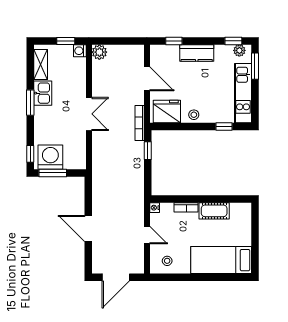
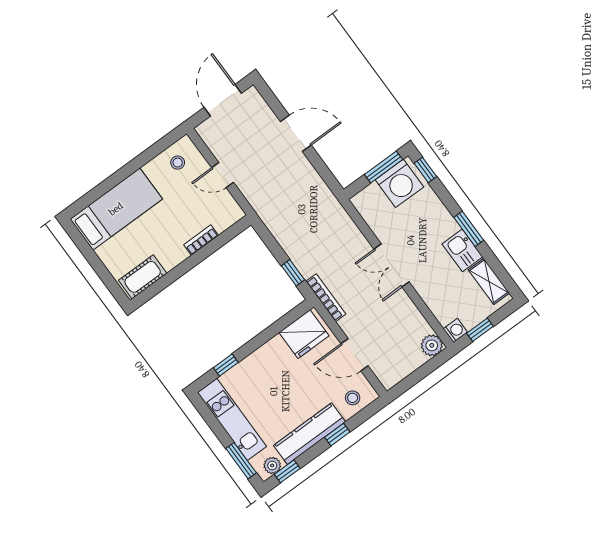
window: (174, 41) -> (337, 435), moved
kitchen counter: (197, 53) -> (310, 434), width x1.50
stool: (194, 115) -> (353, 398), moved
nightstand: (155, 208) -> (237, 213), removed
cot: (214, 211) -> (143, 277), moved

